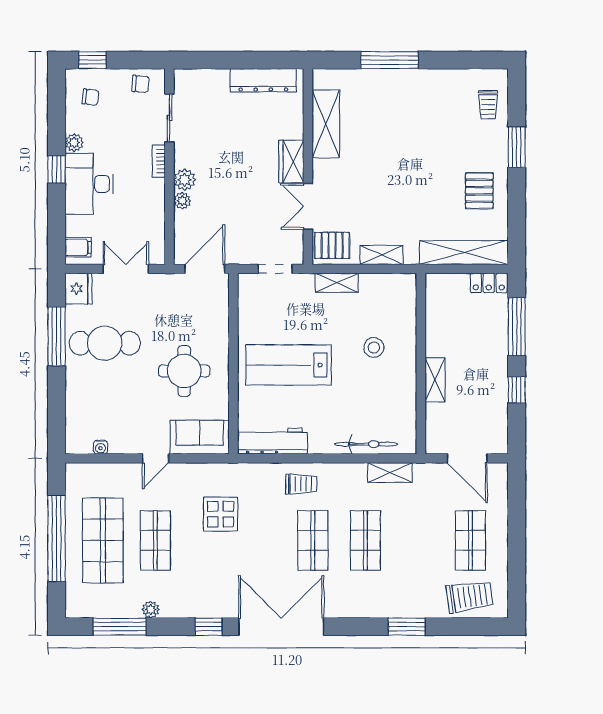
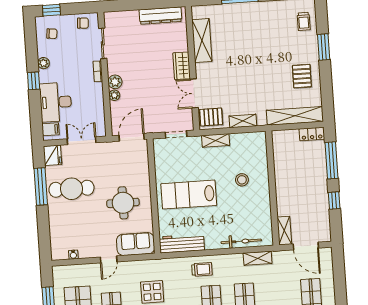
desk: (89, 184) -> (56, 102), moved
shelving: (435, 380) -> (284, 231), moved

